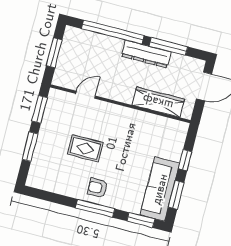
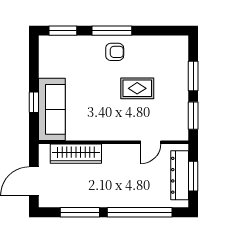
dresser: (146, 54) -> (180, 175), moved, turned -90
sofa: (160, 189) -> (52, 109), moved
window: (176, 195) -> (34, 65), removed

